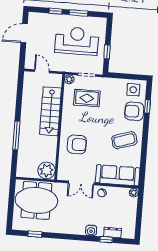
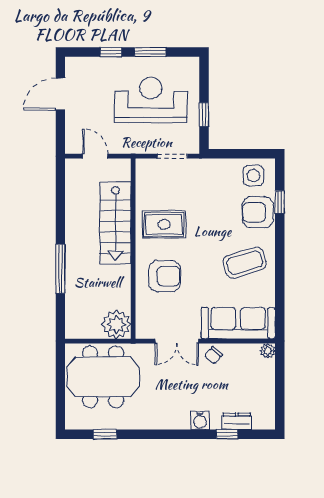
plant: (69, 79) -> (143, 166), removed
rug: (87, 98) -> (164, 224), moved

